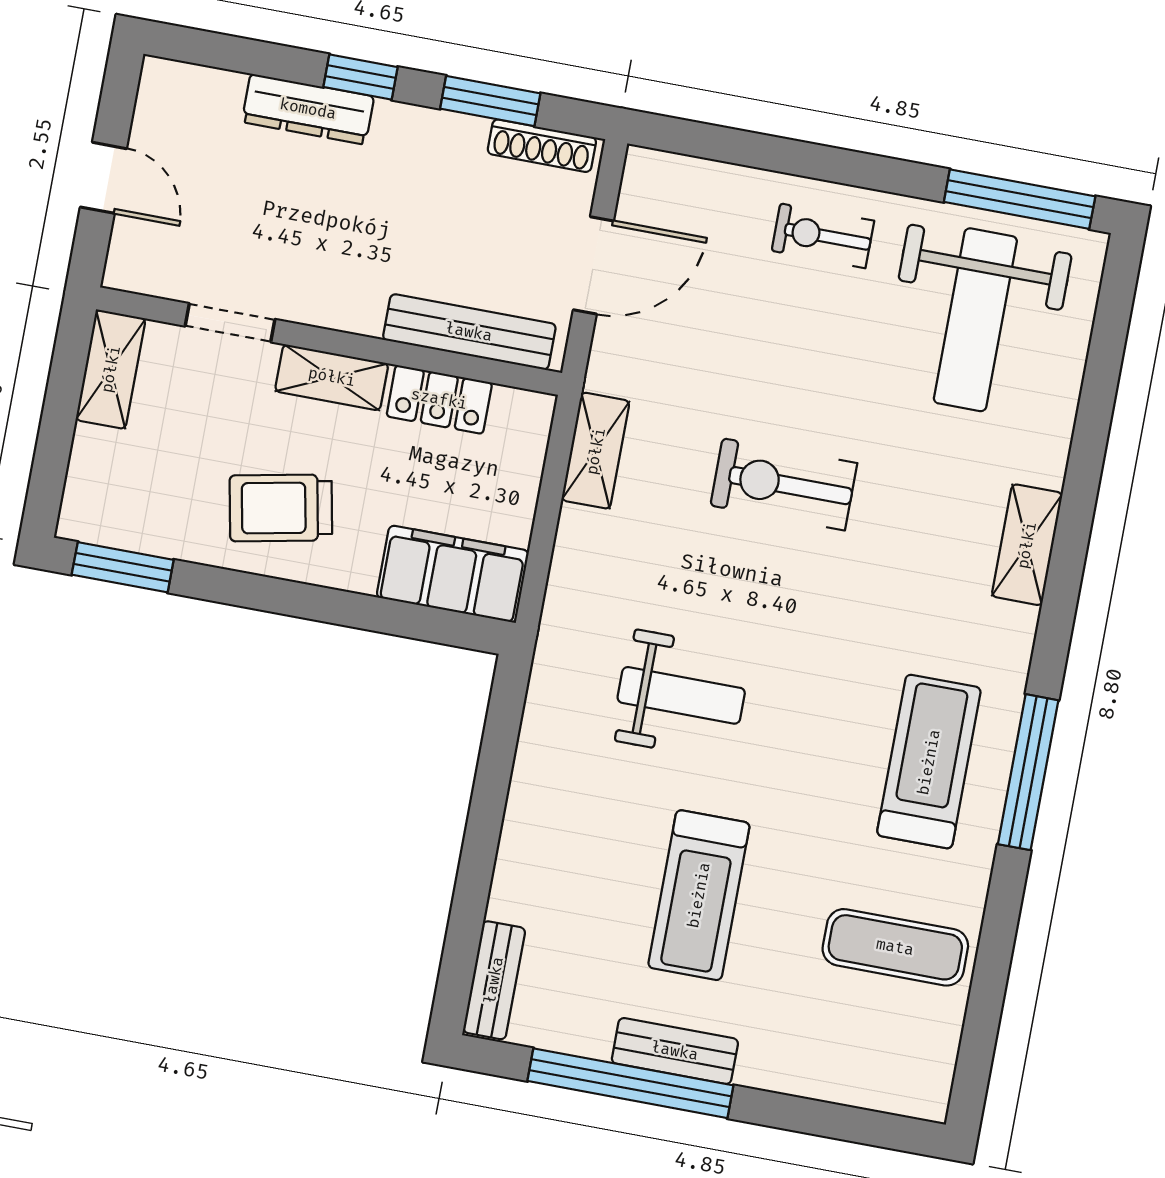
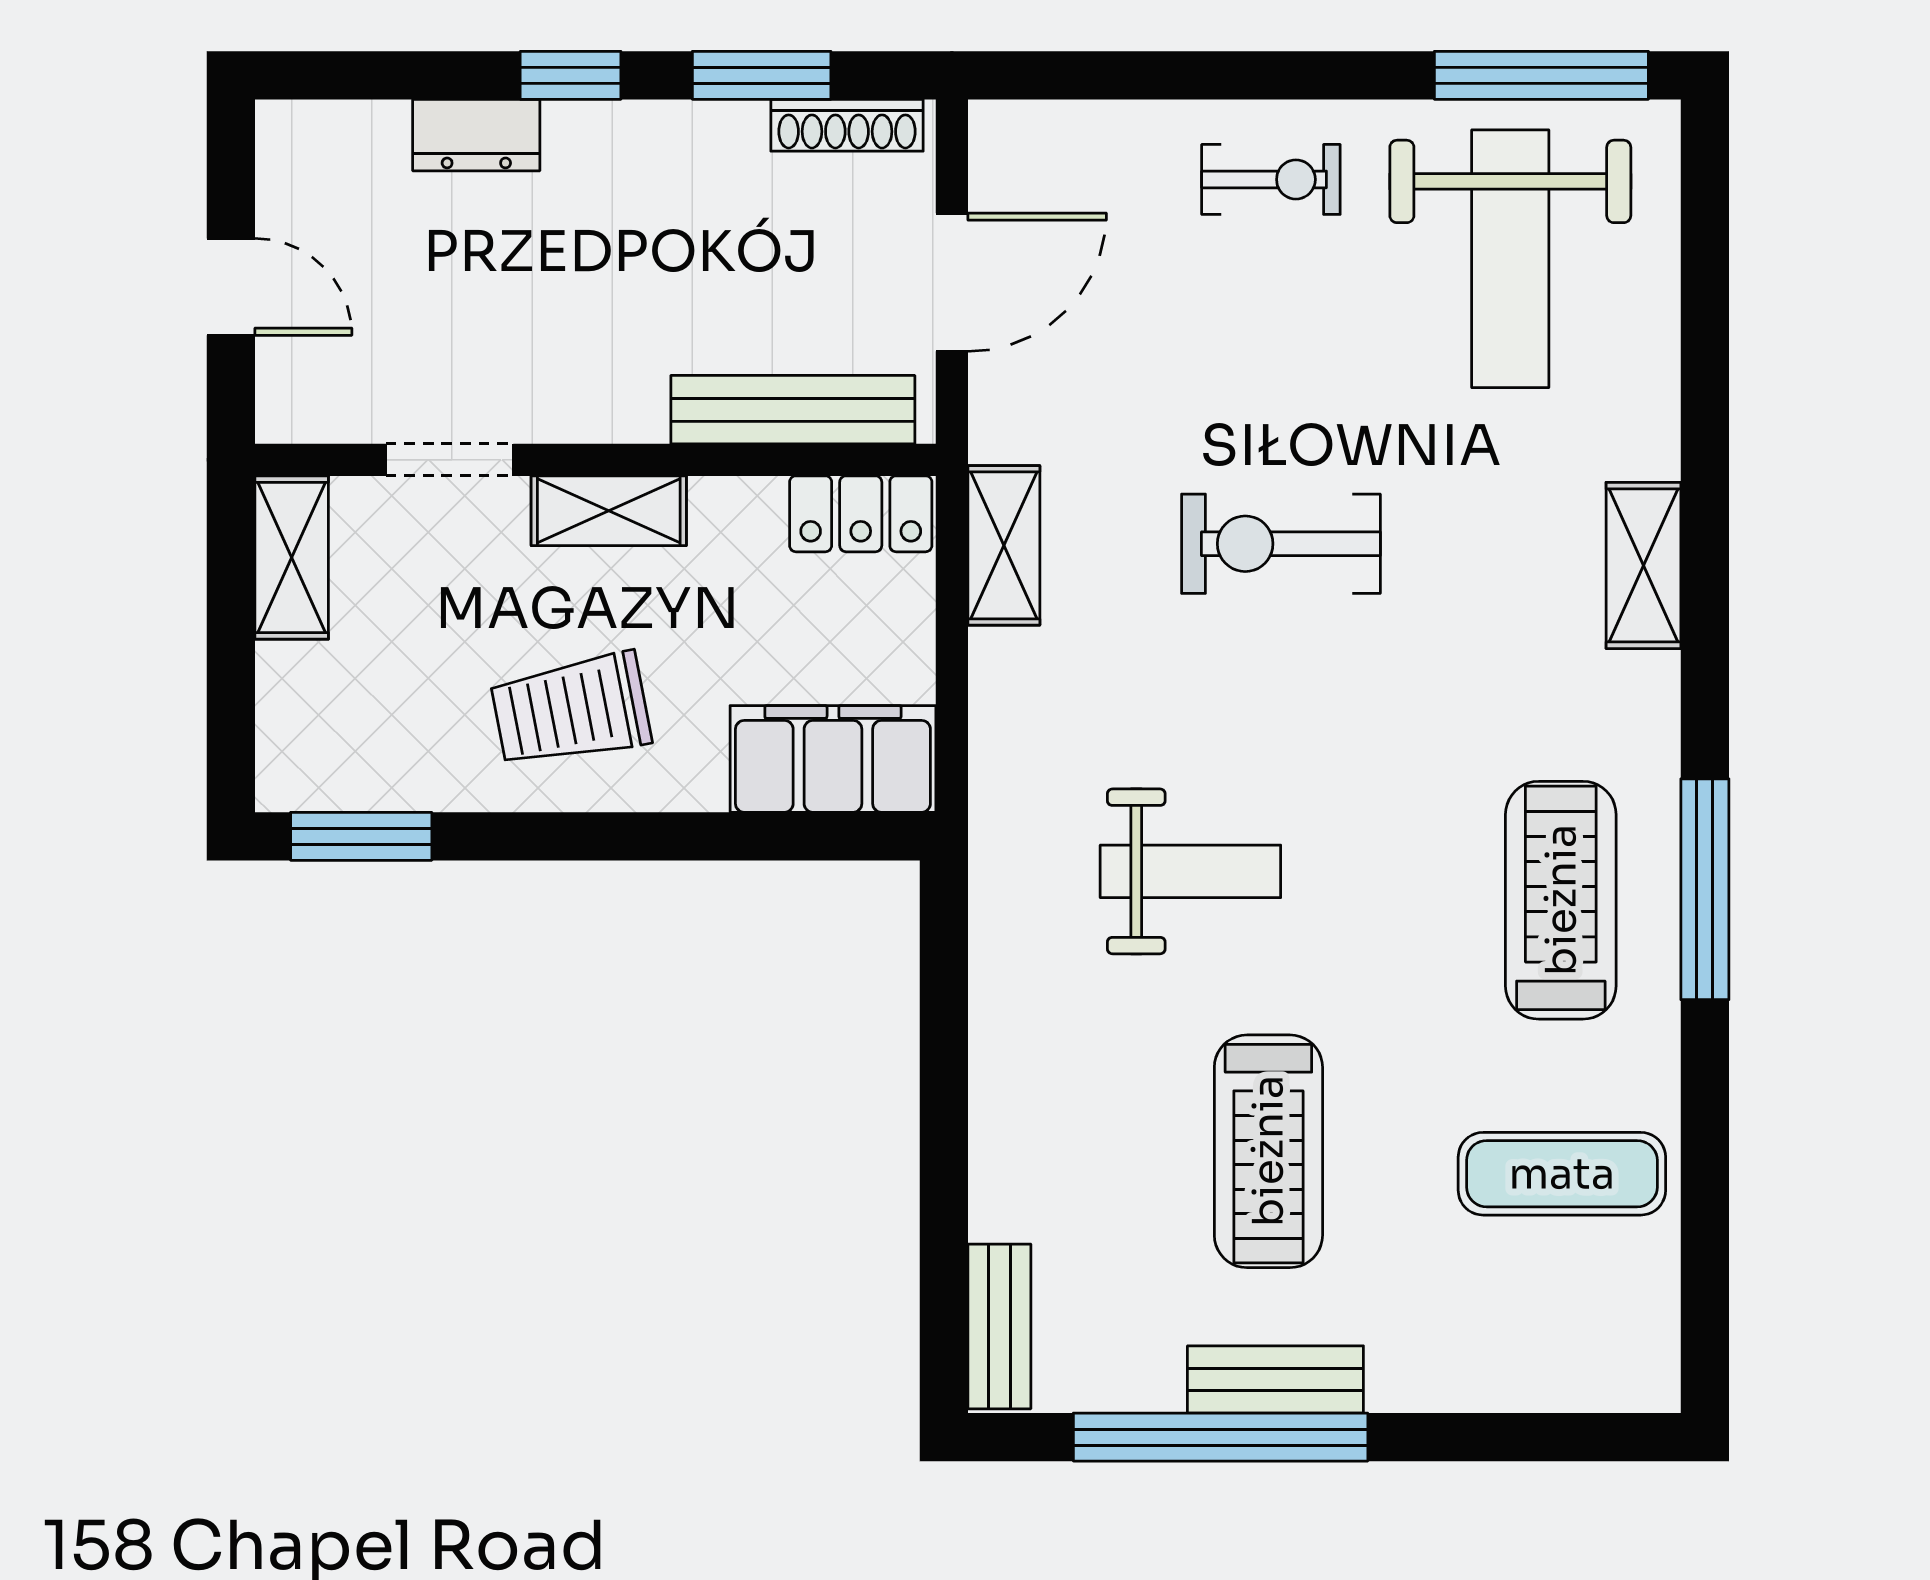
dresser: (308, 109) -> (476, 135), width x0.70
exercise bike: (823, 236) -> (1271, 179), turned 180
locker: (439, 399) -> (861, 514), moved

